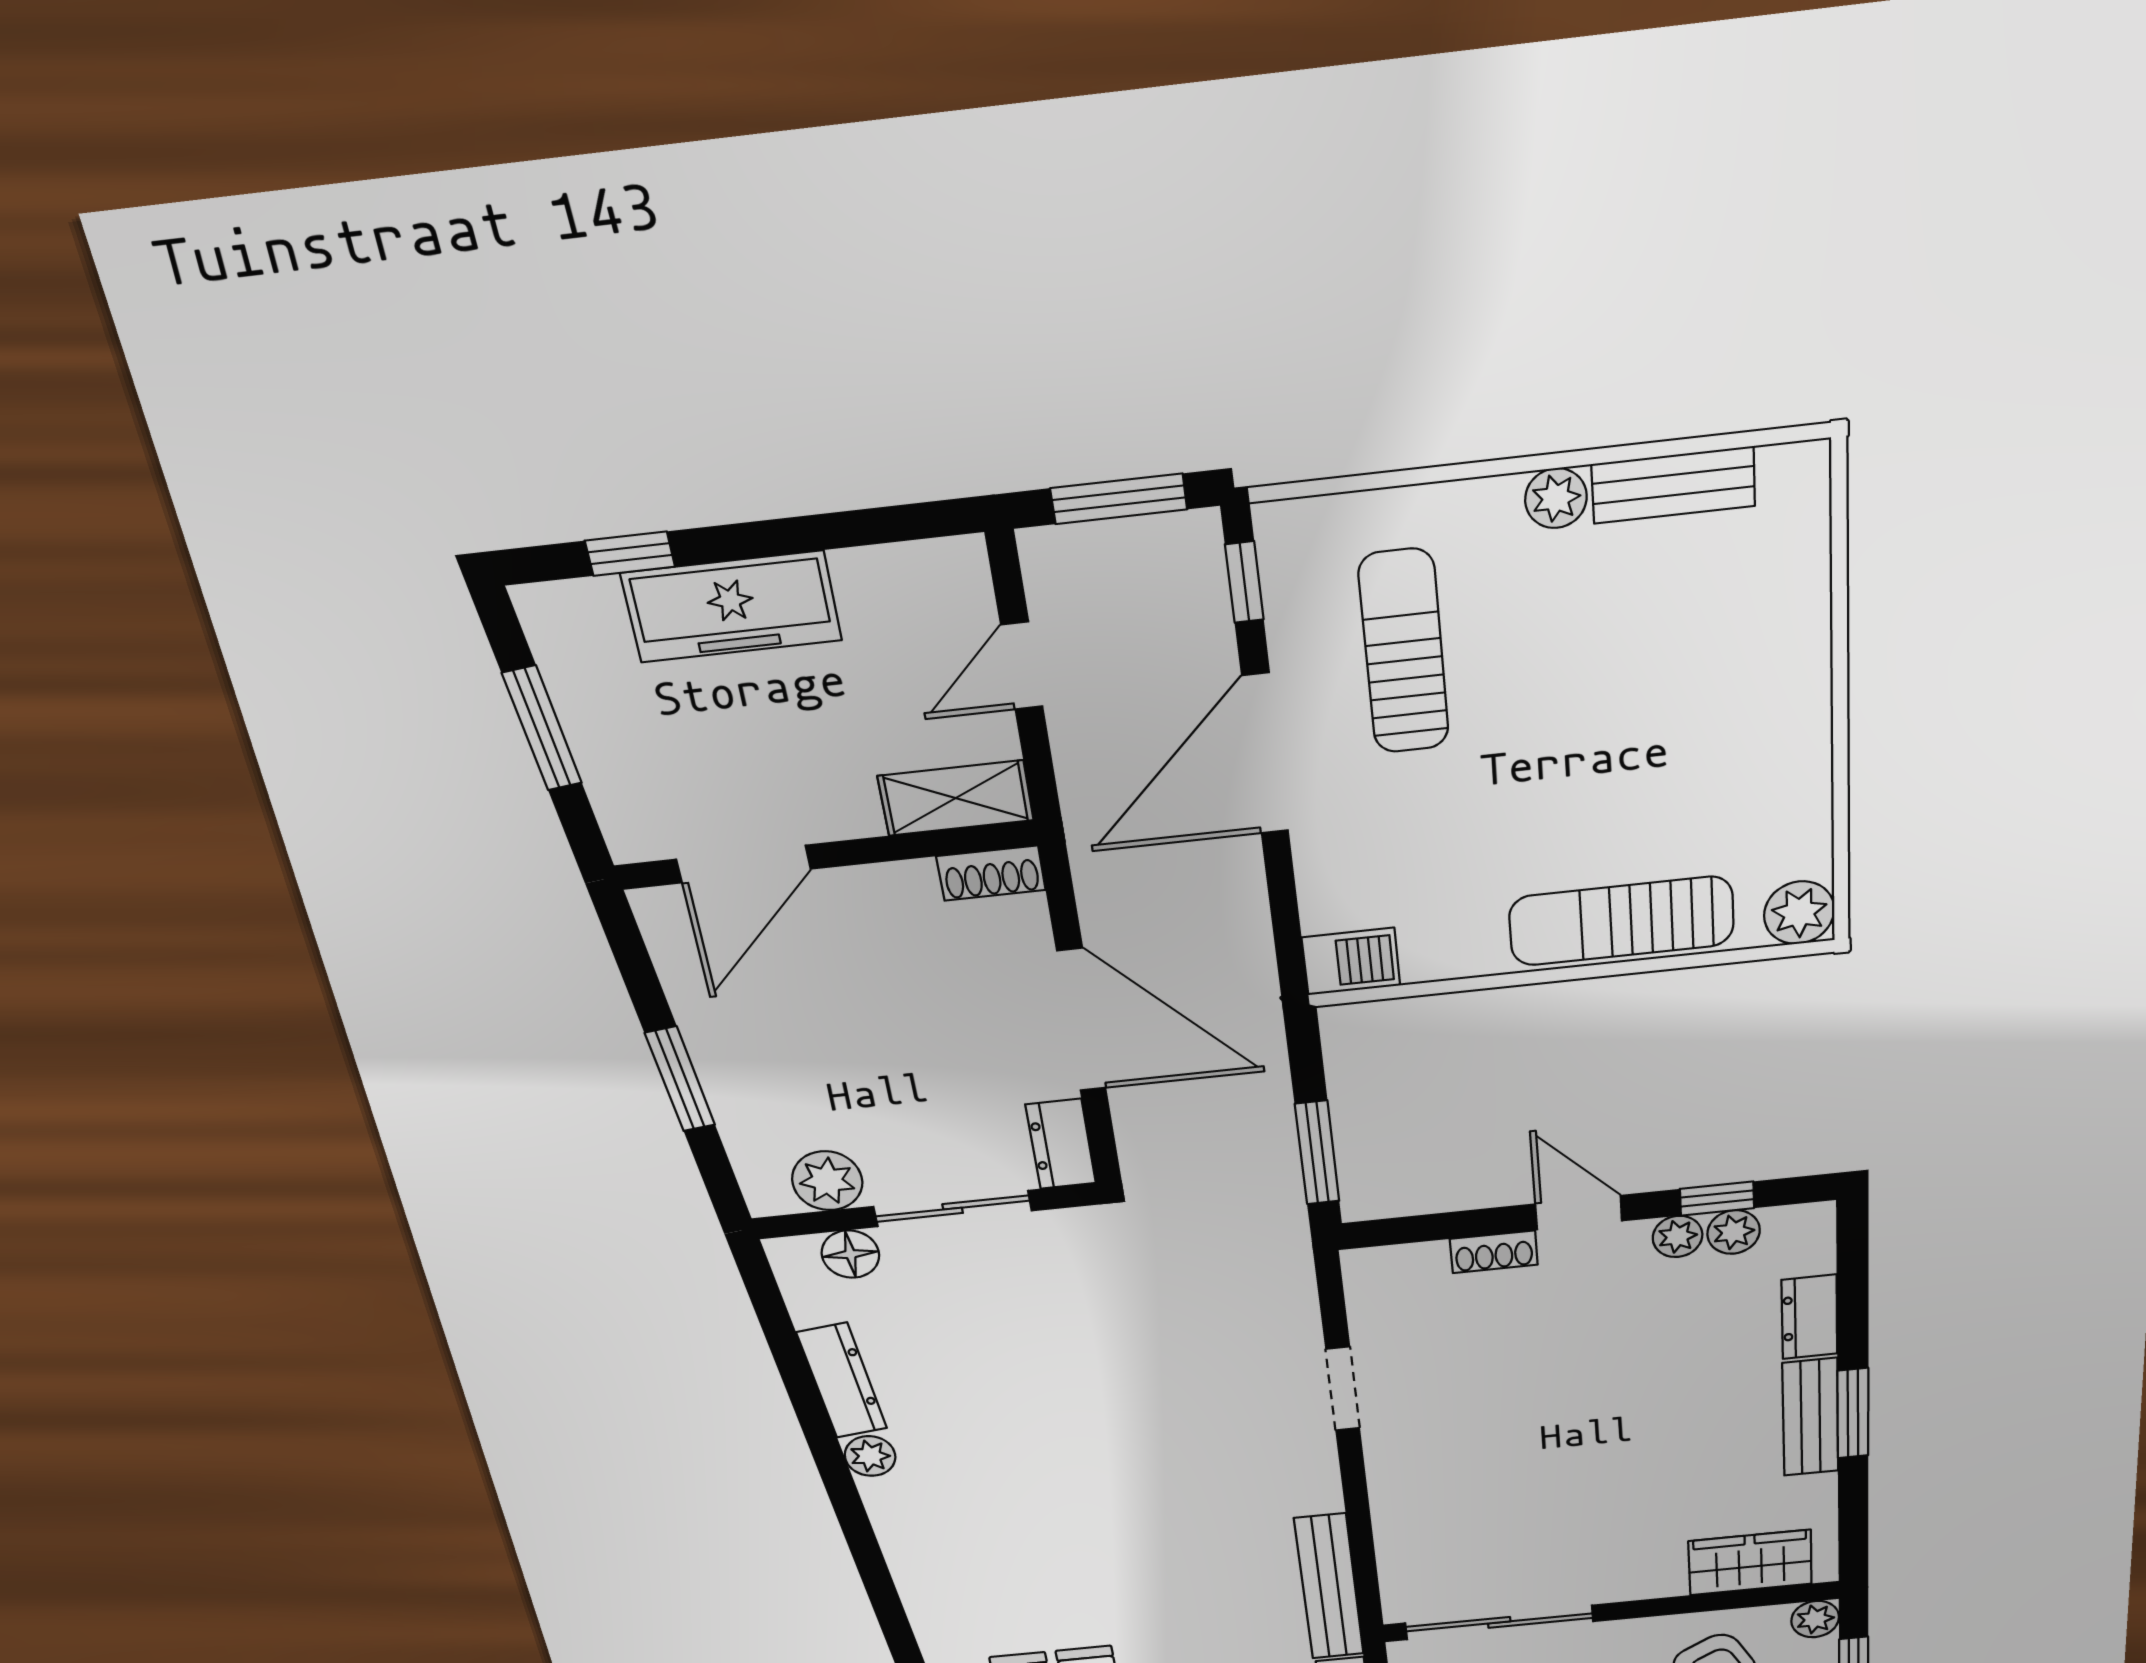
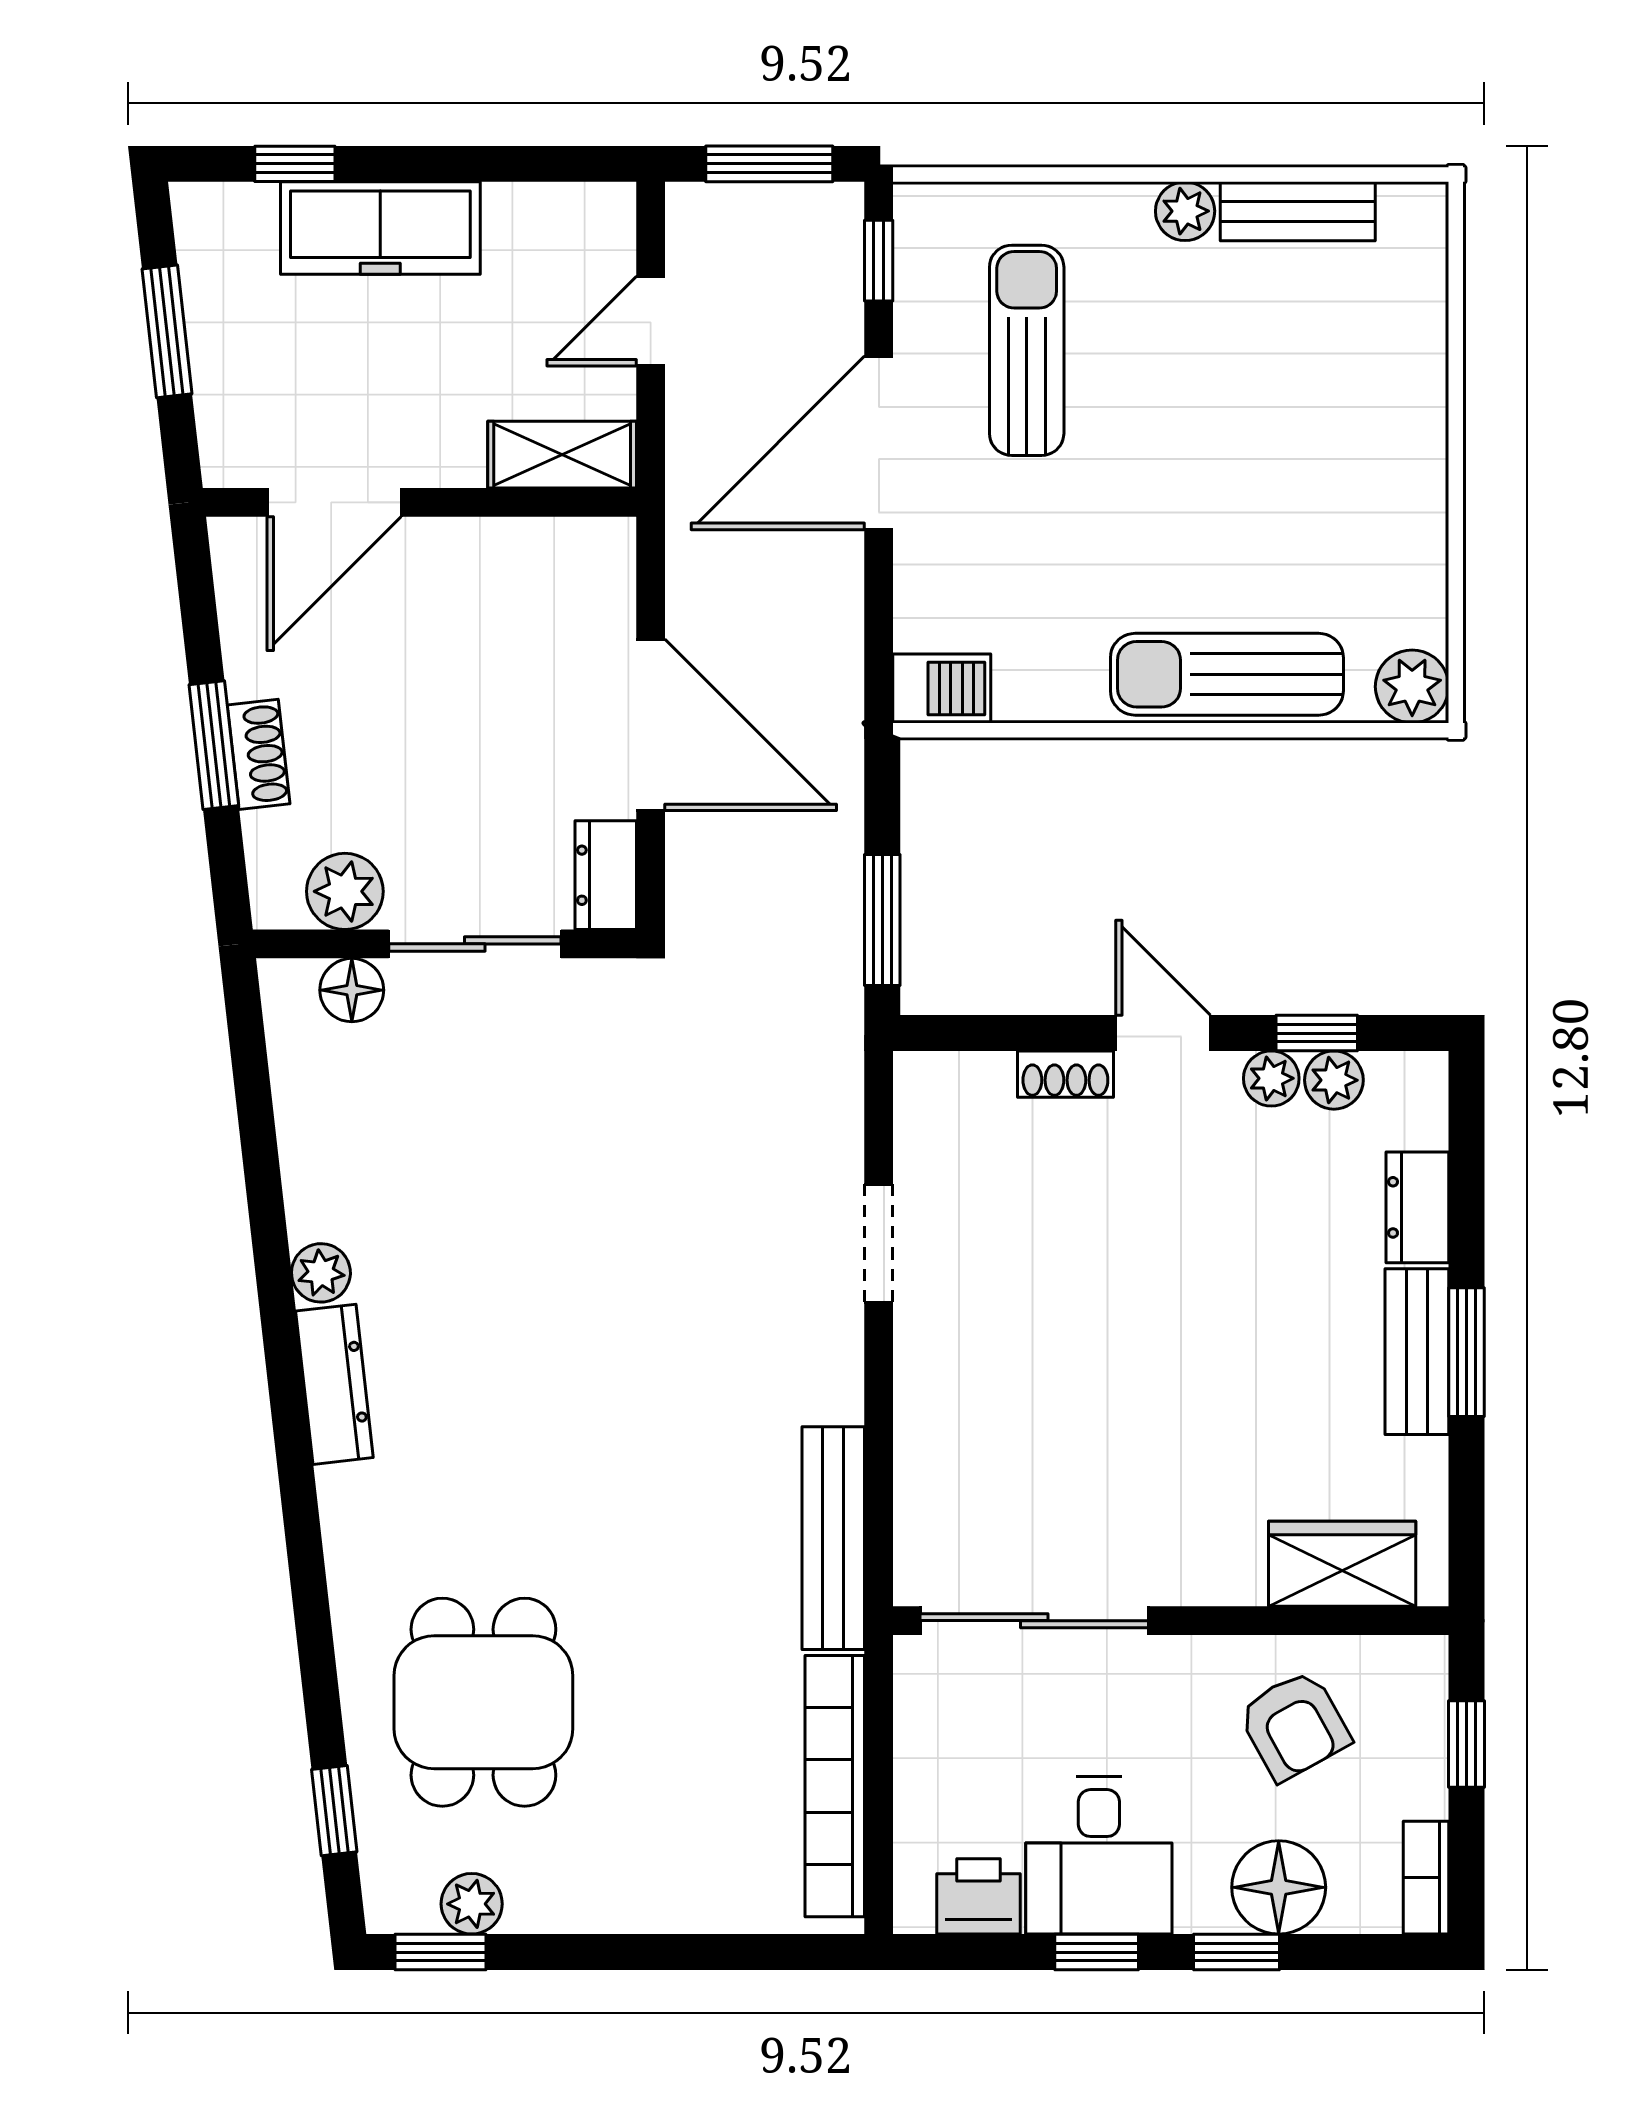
shoe rack: (991, 873) -> (259, 754), moved, turned -96
dresser: (842, 1381) -> (334, 1384), moved
plant: (1815, 1619) -> (1419, 1664), removed

